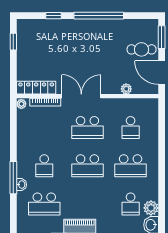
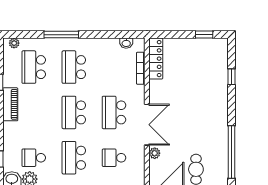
window: (99, 16) -> (232, 152), moved
double door: (81, 96) -> (147, 125), moved
plant: (21, 104) -> (14, 43), moved
school desk: (44, 166) -> (74, 67), width x1.85
washbasin: (21, 185) -> (126, 43), moved

